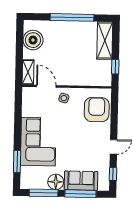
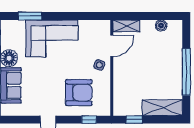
boiler: (33, 40) -> (161, 26), width x0.54, depth x0.54
armchair: (97, 110) -> (79, 93), moved
window: (113, 174) -> (89, 120), moved

